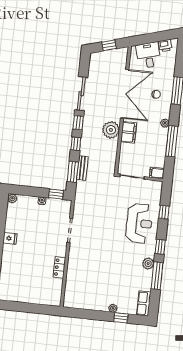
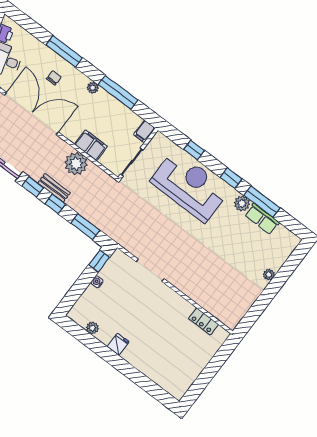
plant: (111, 130) -> (76, 164), moved
filing cabinet: (129, 132) -> (91, 145), moved
bench: (82, 168) -> (54, 188), moved
plant: (12, 198) -> (92, 328), moved
reception desk: (139, 223) -> (190, 186), width x1.36, depth x1.30
locker: (59, 267) -> (203, 321), moved
row of seats: (144, 303) -> (262, 219), moved
window: (121, 318) -> (285, 272), removed

